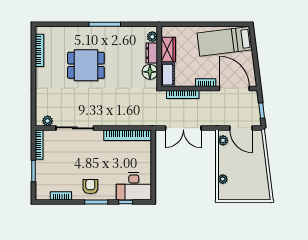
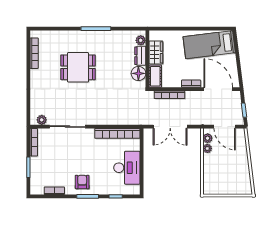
plant: (223, 179) -> (207, 148), moved
desk: (134, 186) -> (127, 168), moved, turned -90

